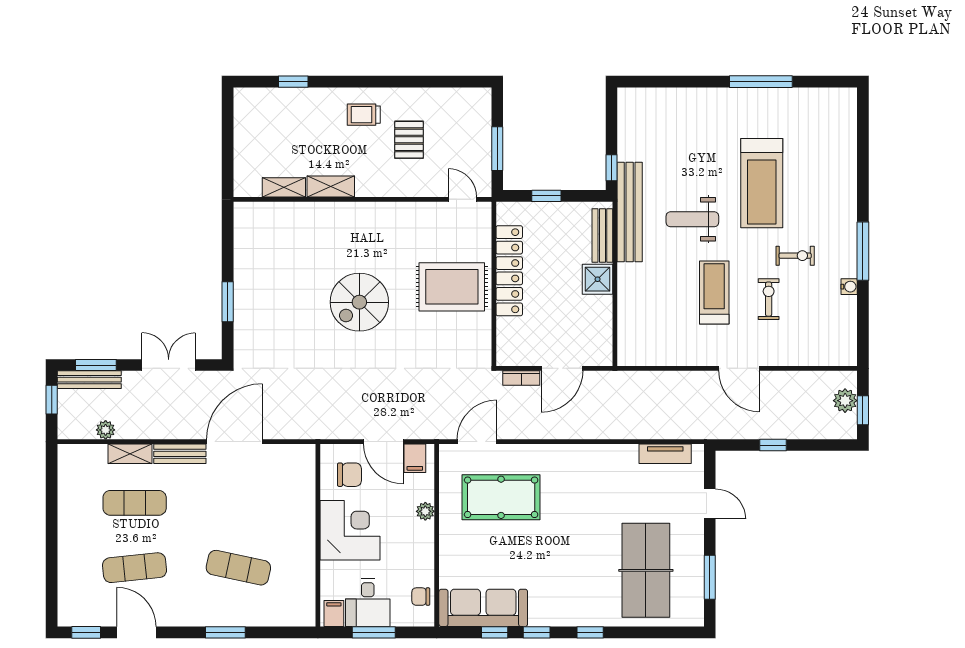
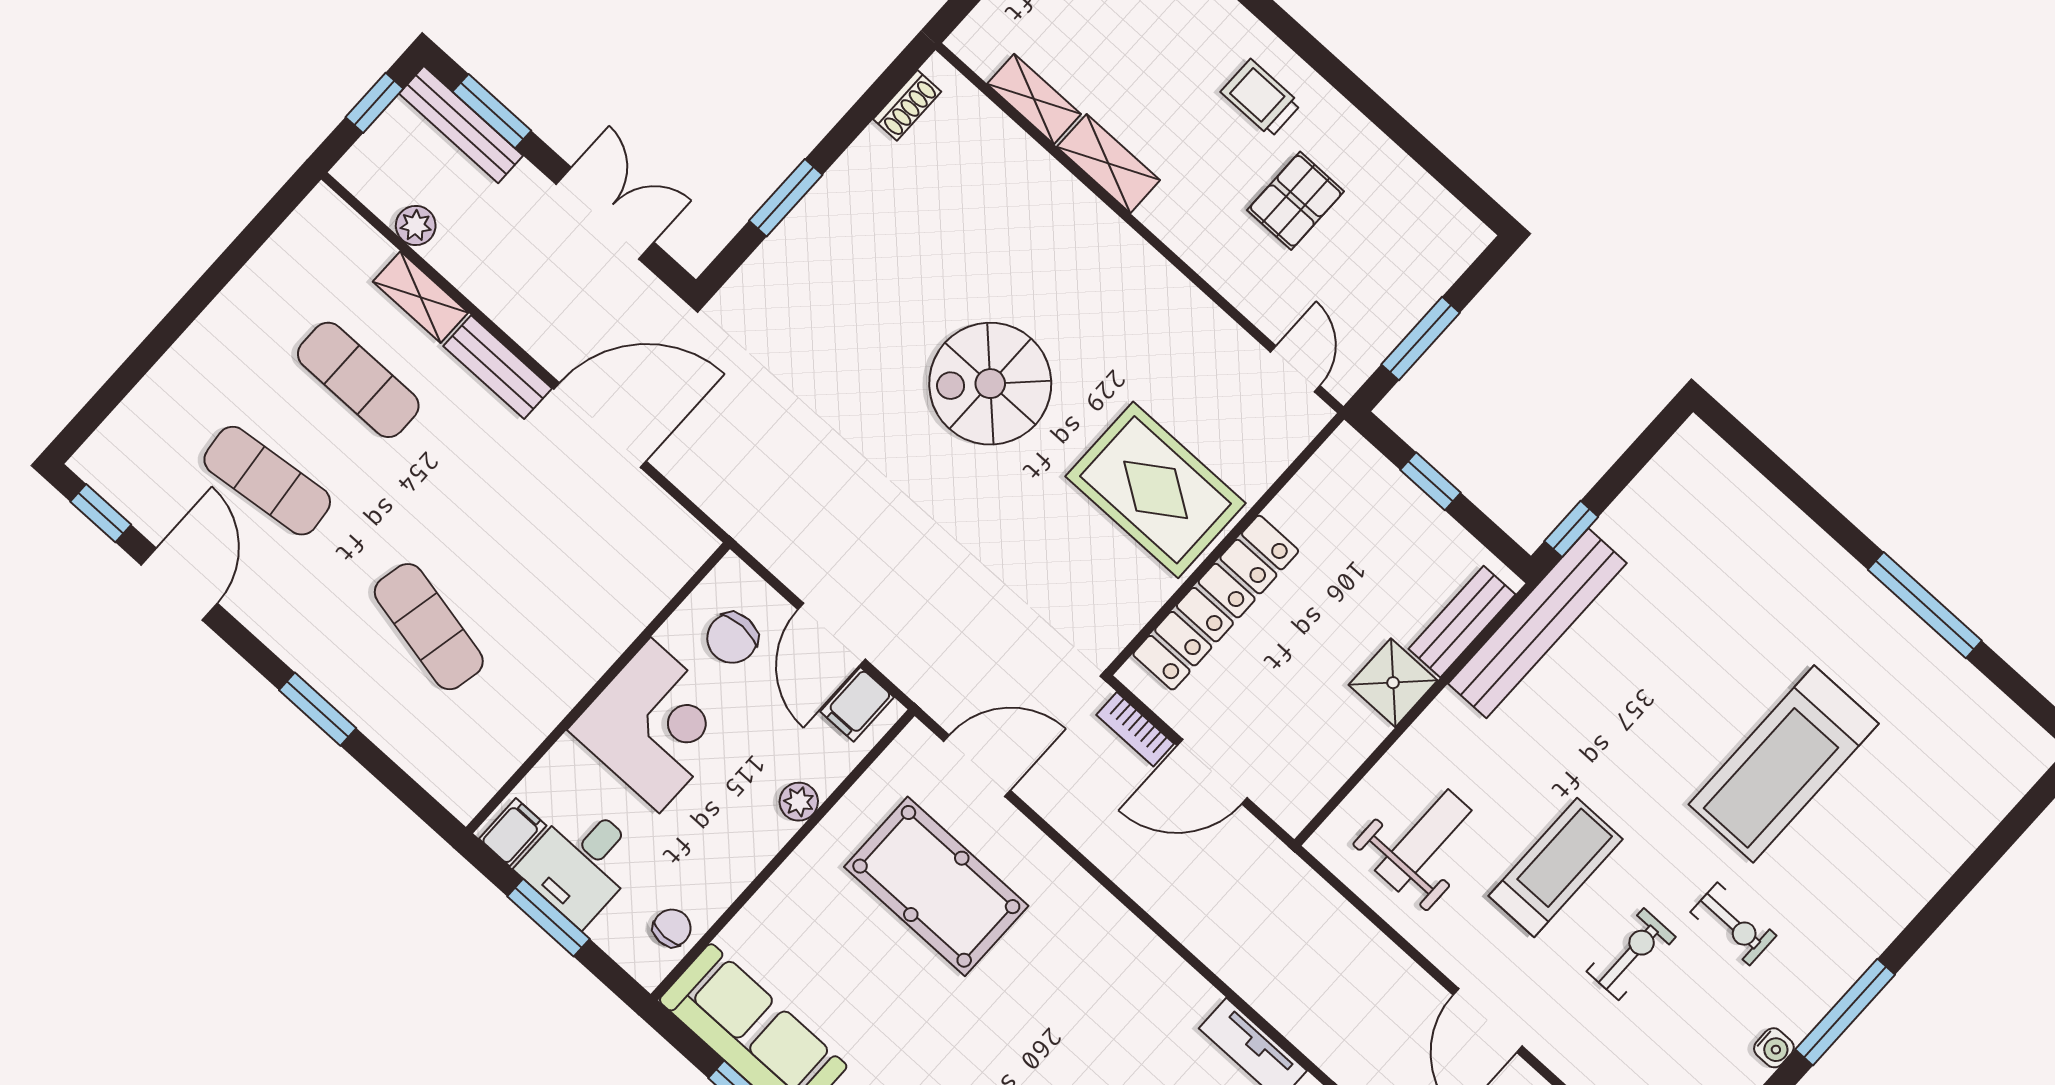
weight bench: (692, 219) -> (1423, 840), moved, turned 90
shoe rack: (241, 230) -> (907, 105), added
locker: (509, 271) -> (1216, 603), moved
chair: (349, 475) -> (732, 638), turned 90
chair: (421, 597) -> (672, 928), turned 90

